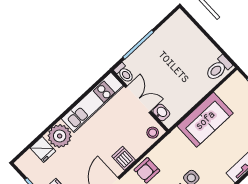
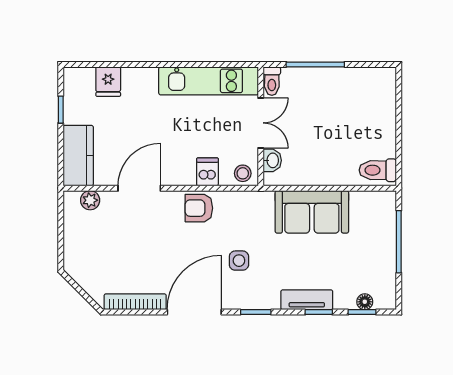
plant: (60, 136) -> (140, 84), removed
dishwasher: (124, 158) -> (207, 172), moved

